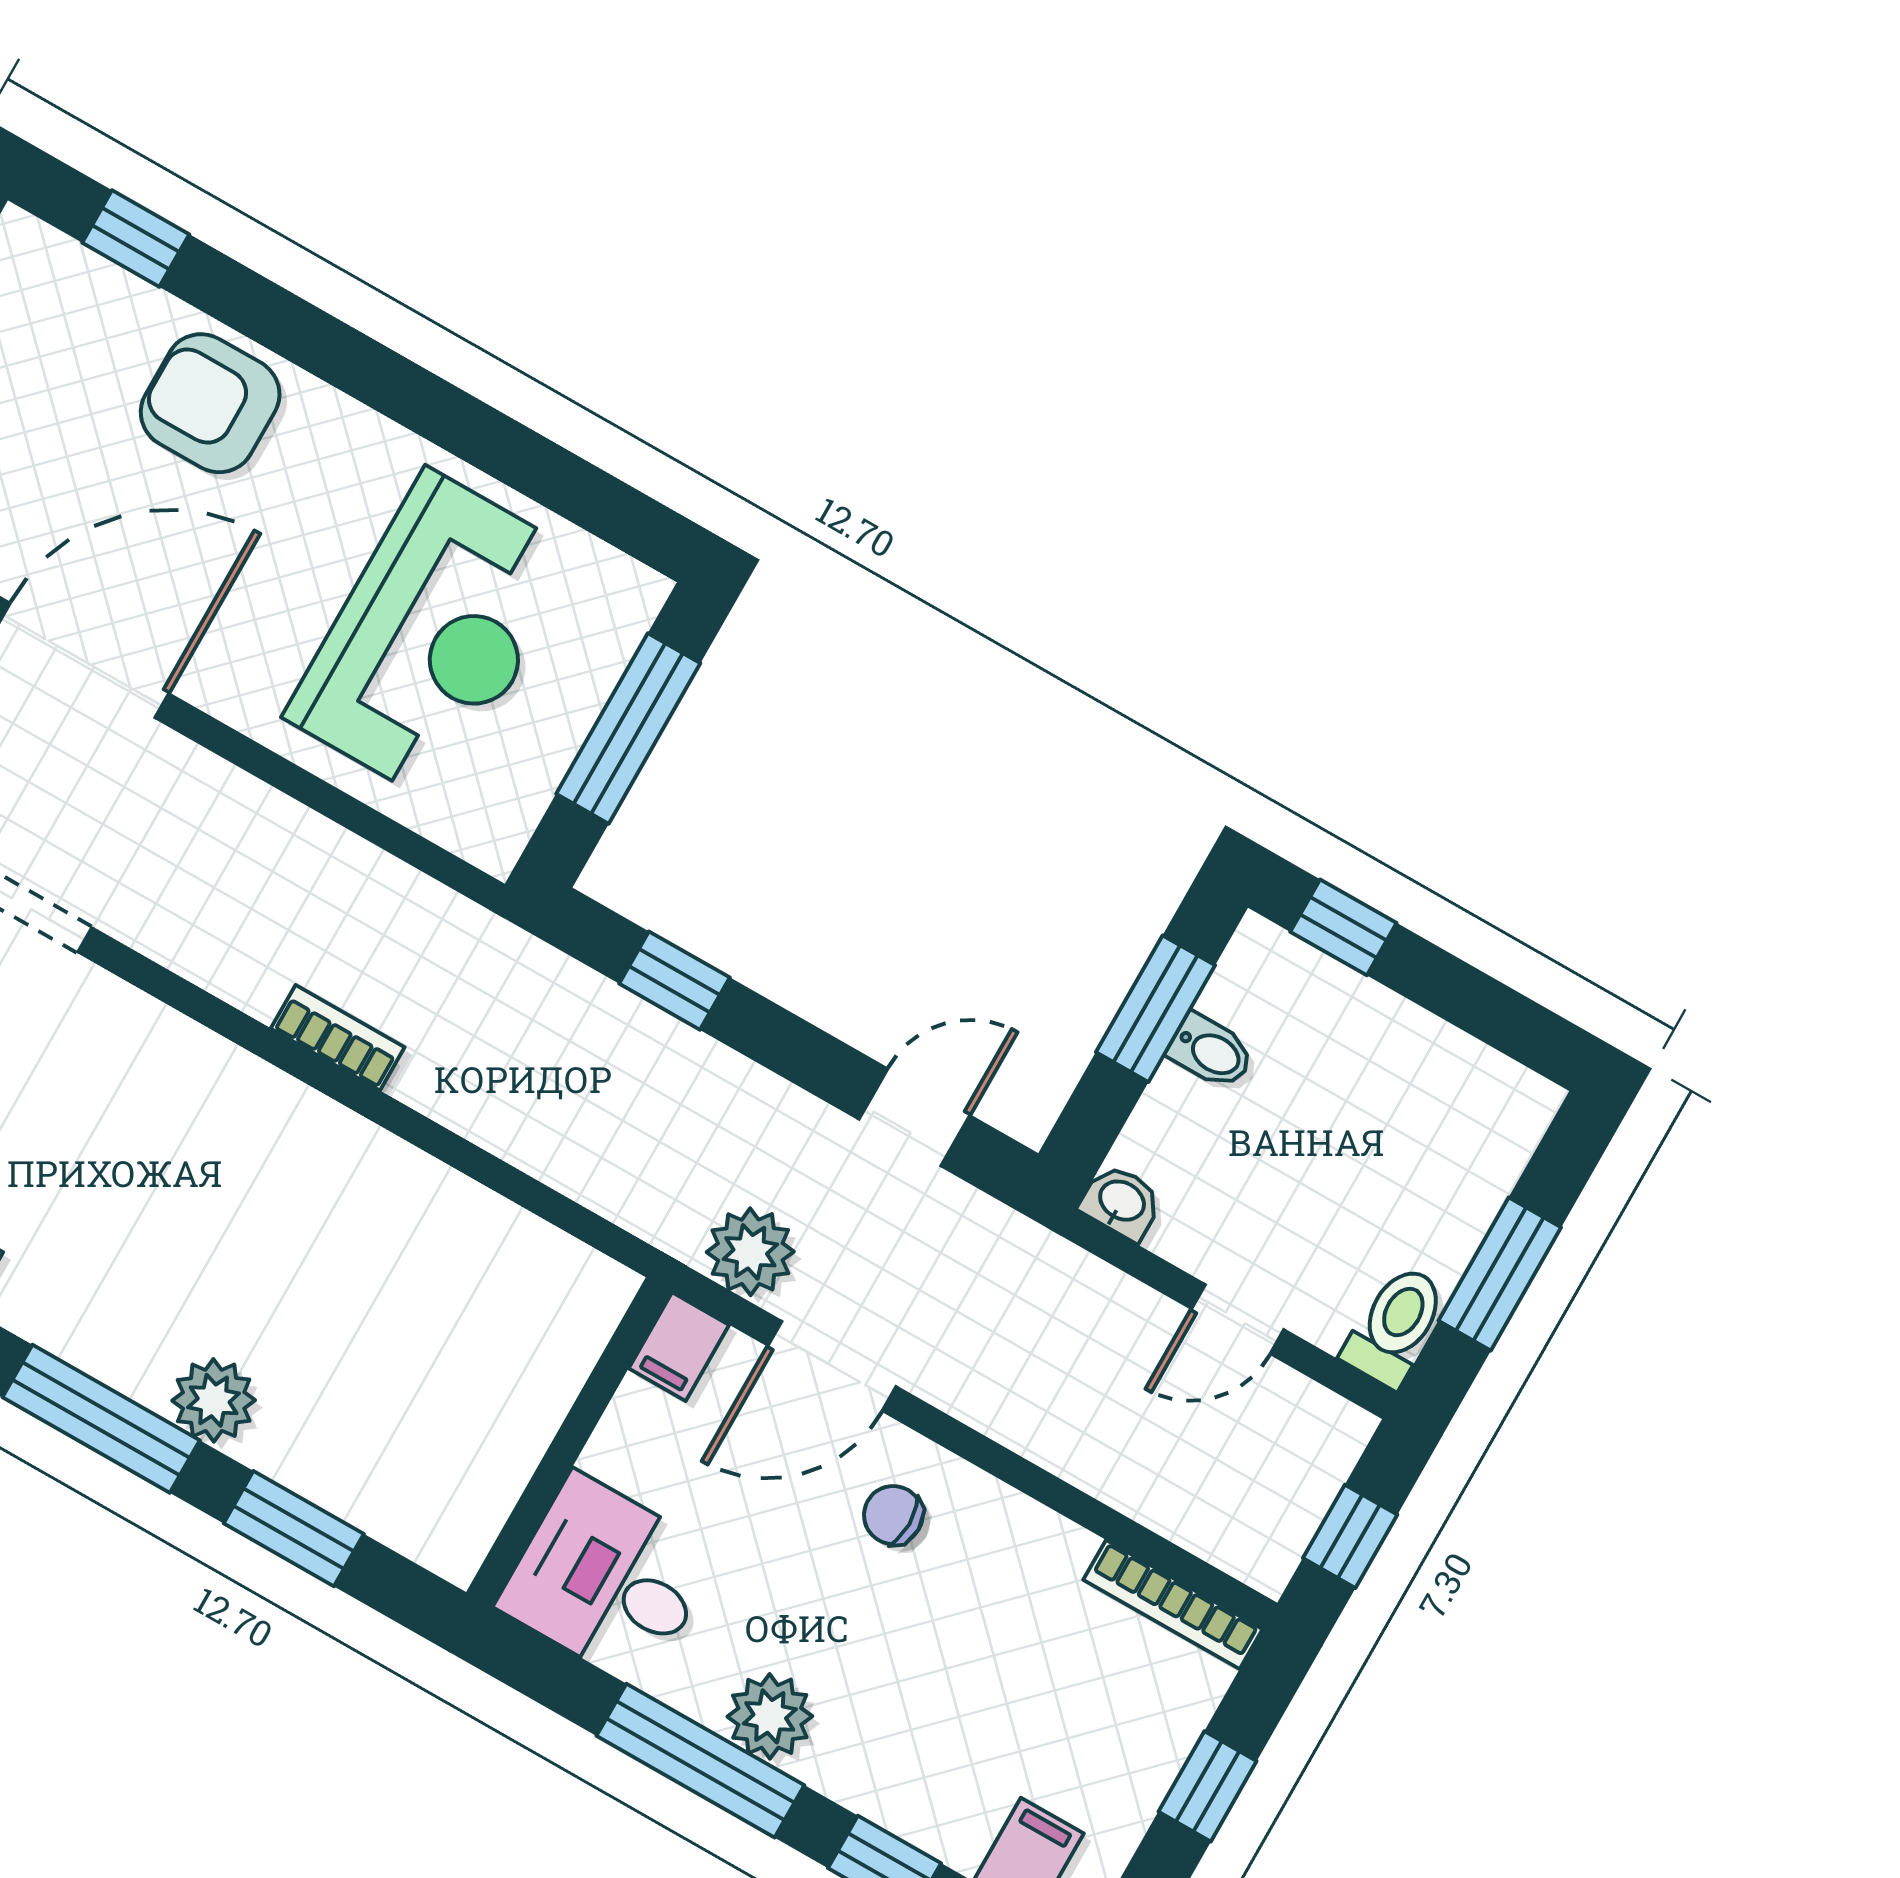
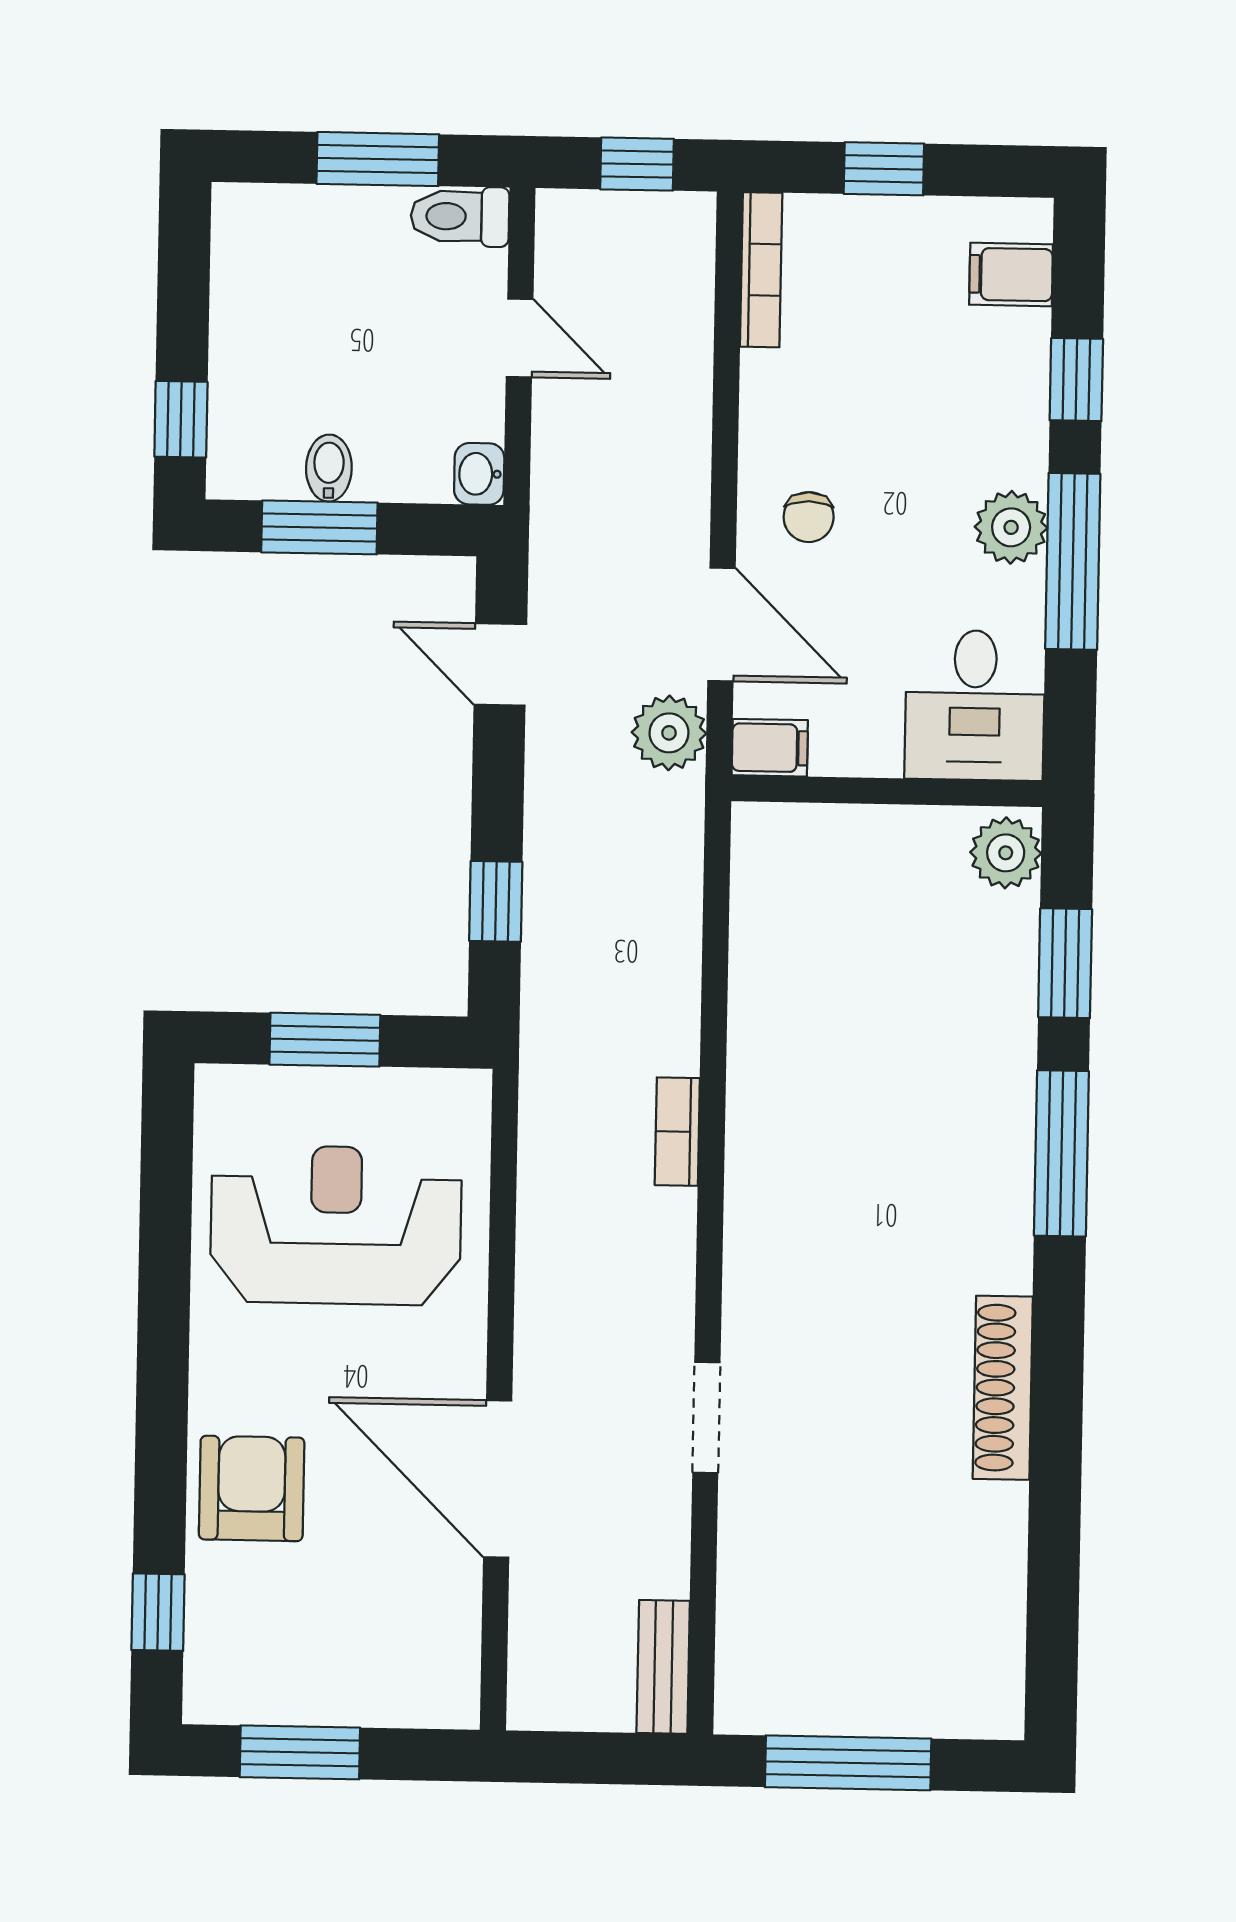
armchair: (210, 403) -> (252, 1488), turned 180
window: (628, 729) -> (325, 1040), width x0.69
plant: (214, 1400) -> (1006, 853), moved

